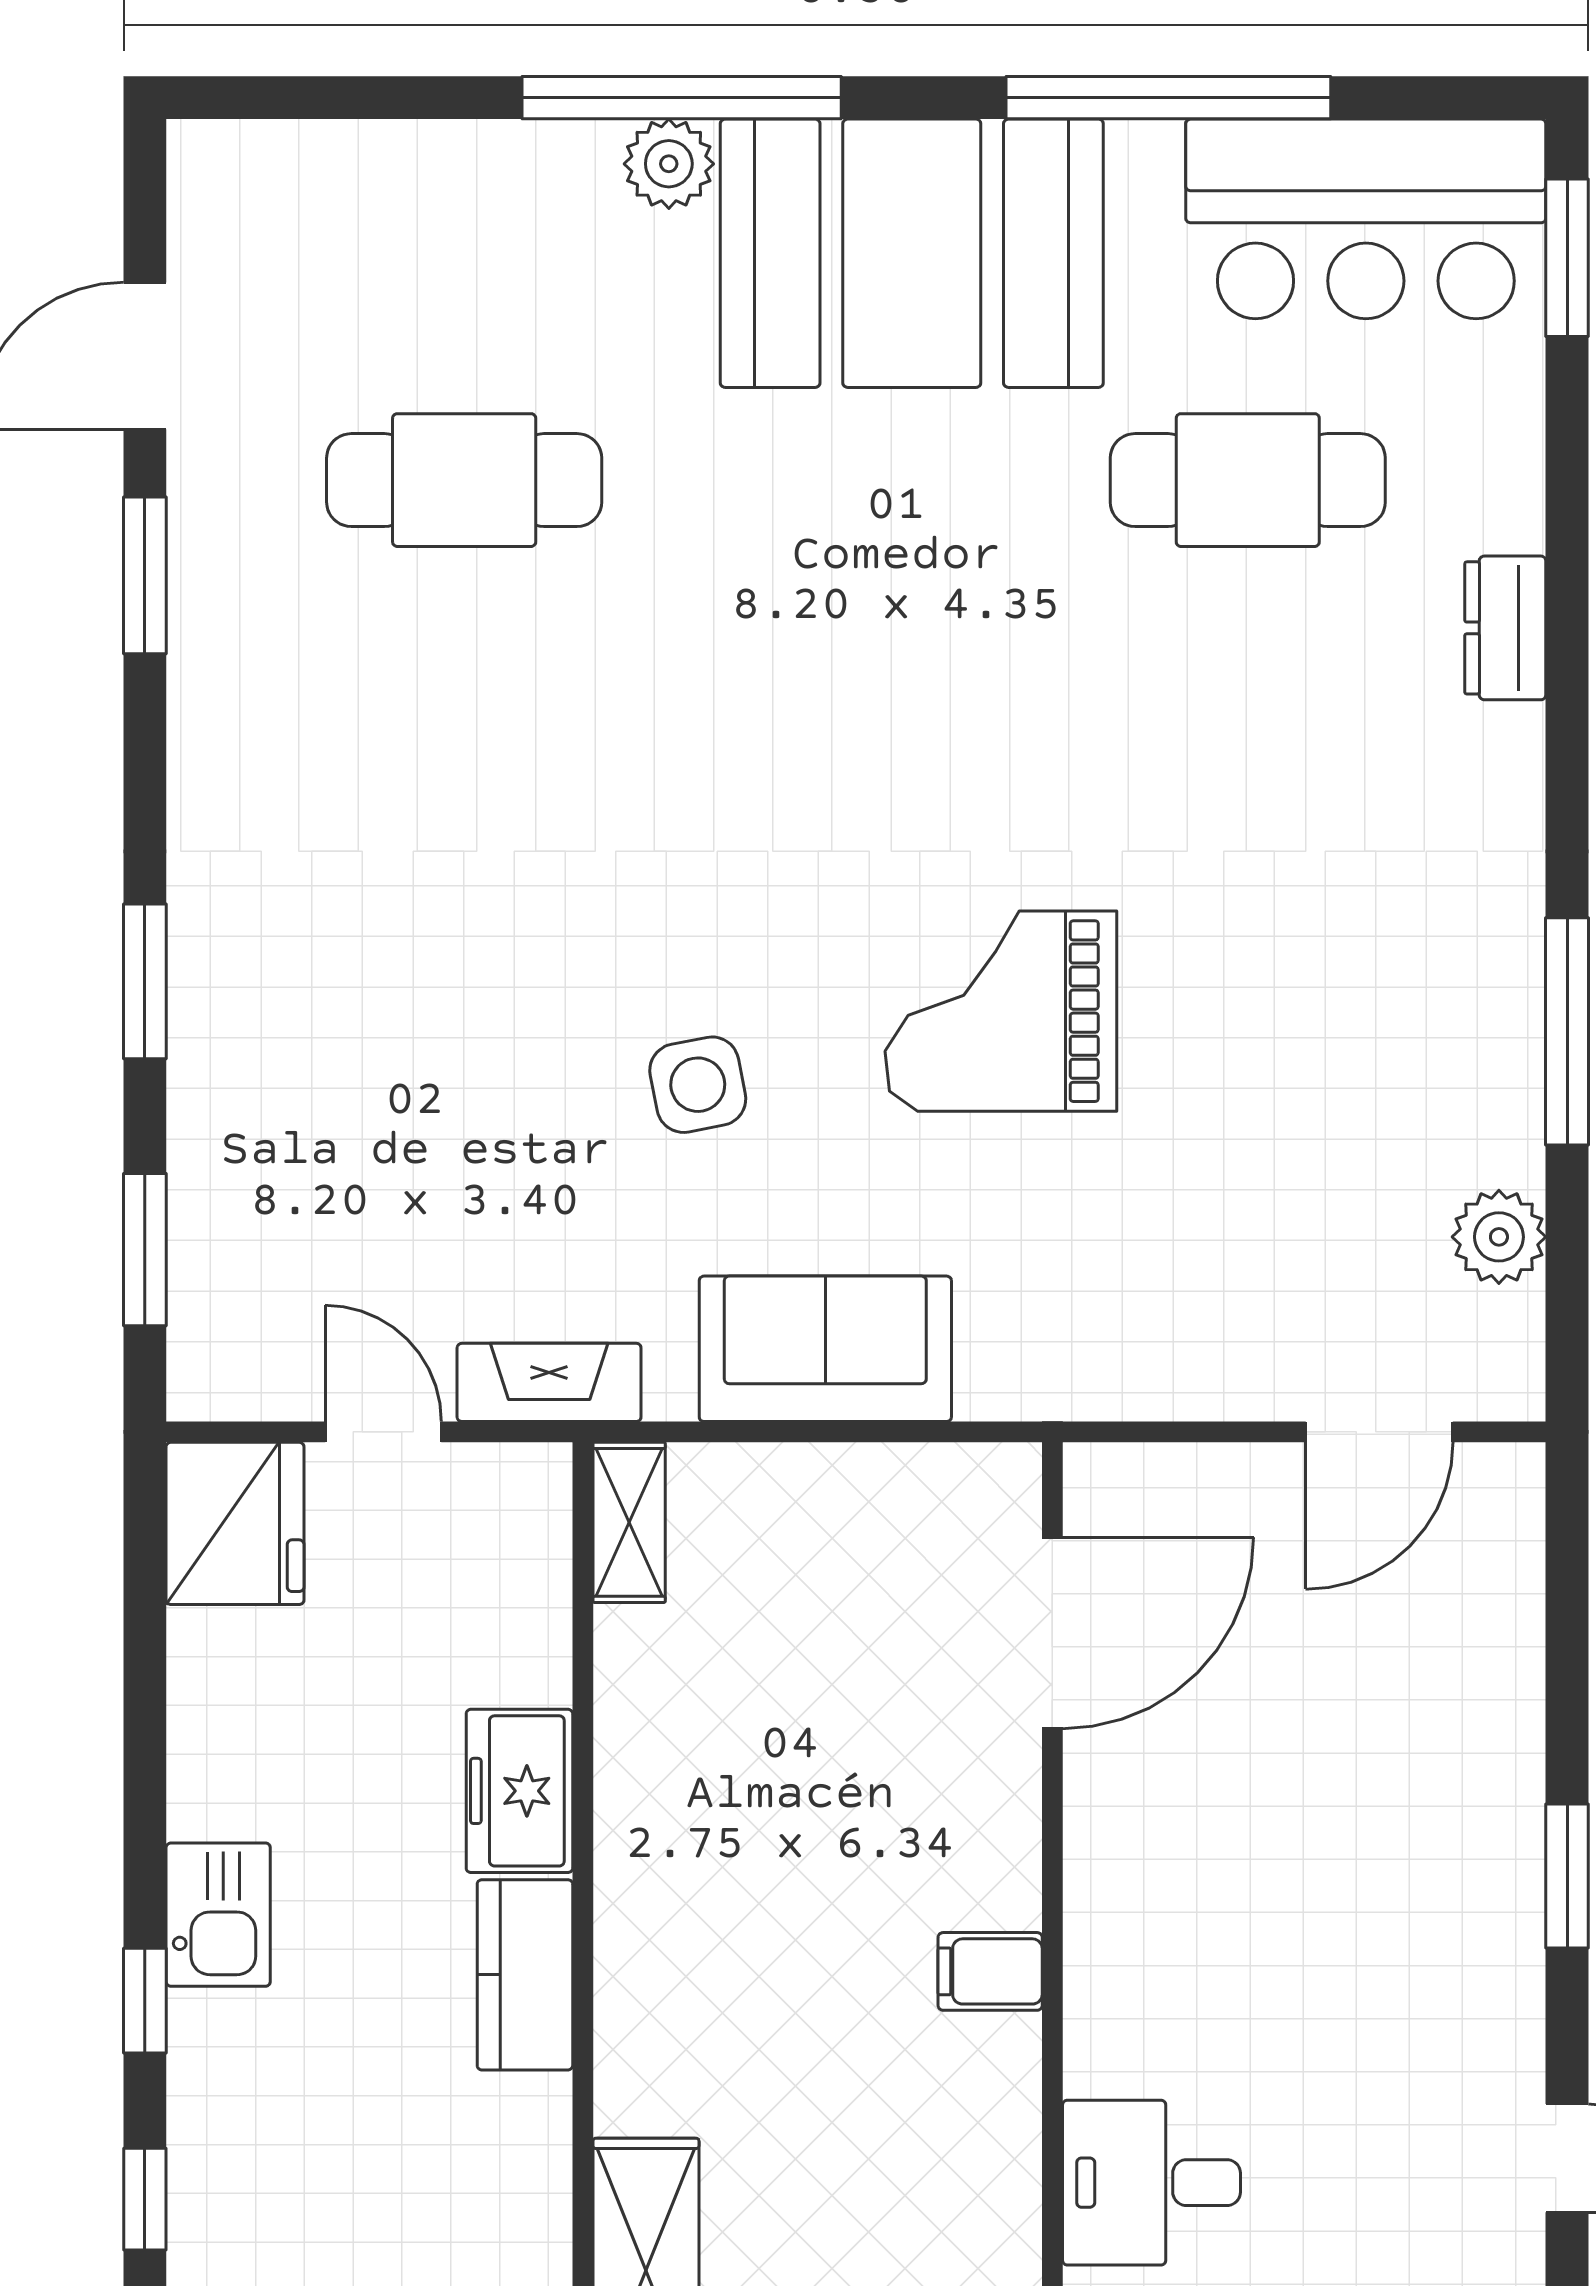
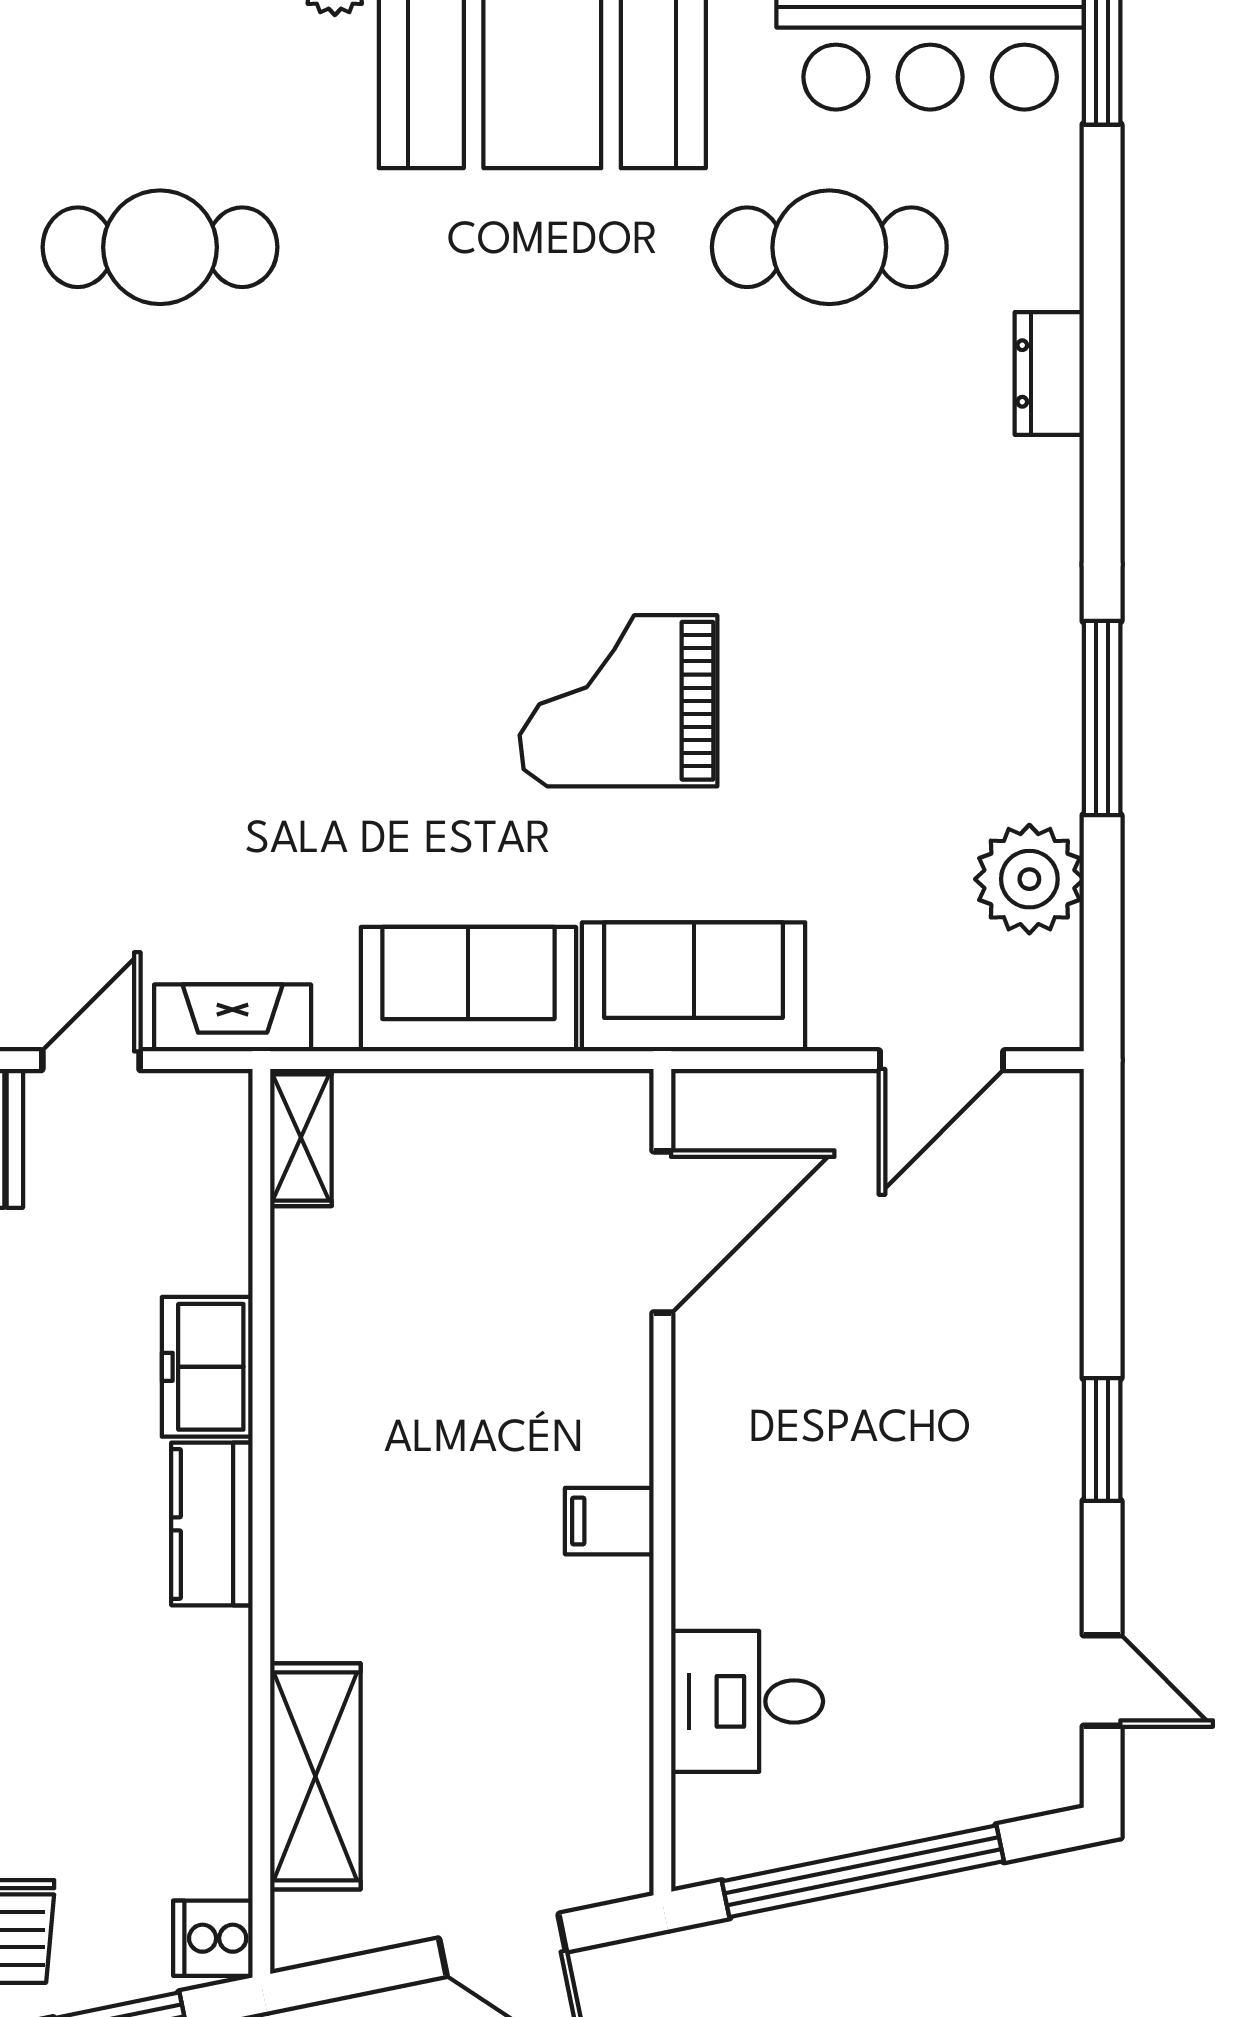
side table: (698, 1085) -> (360, 764), removed
plant: (1499, 1237) -> (1029, 879), width x1.36, depth x1.36
sofa: (1089, 1346) -> (694, 987), added
door: (383, 1432) -> (91, 1060), hinge flipped

